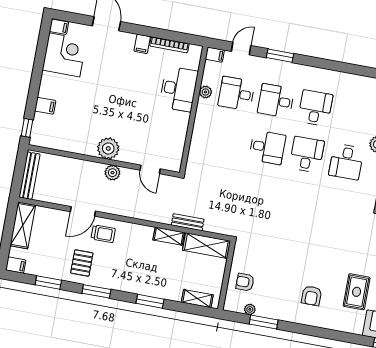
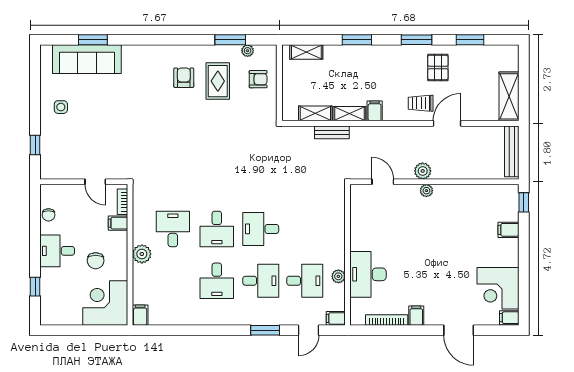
plant: (108, 148) -> (426, 191), width x0.53, depth x0.53
shelving: (206, 246) -> (315, 113), width x0.67, depth x0.75
filing cabinet: (16, 265) -> (375, 111), moved, turned 90
rug: (357, 292) -> (218, 81), moved

